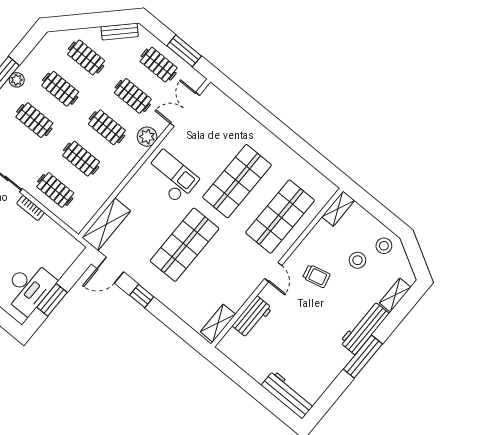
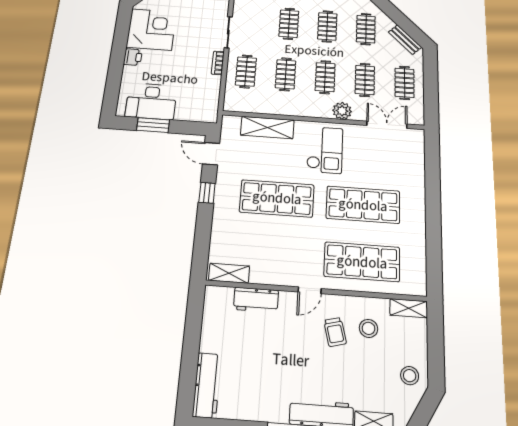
window: (184, 51) -> (431, 94), removed
shelving: (106, 224) -> (267, 128), moved
stool: (357, 260) -> (369, 328), moved

